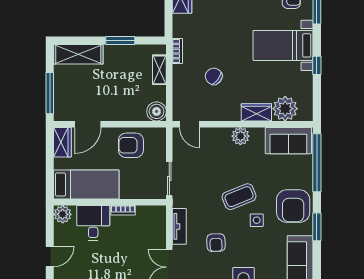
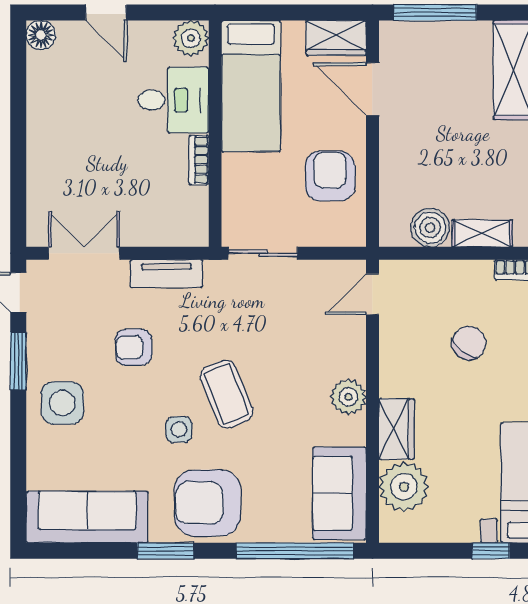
boiler: (157, 111) -> (430, 228), moved

